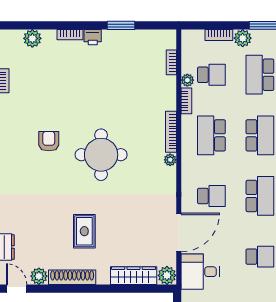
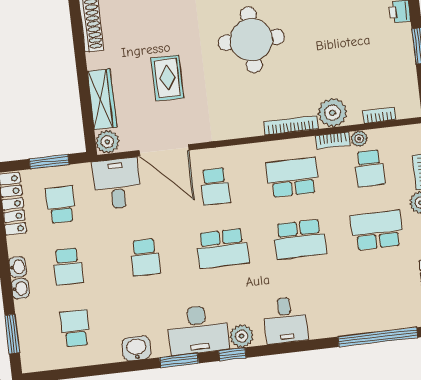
plant: (170, 160) -> (333, 113), moved, width x1.88, depth x1.88
rug: (84, 231) -> (167, 78), moved, turned 90

